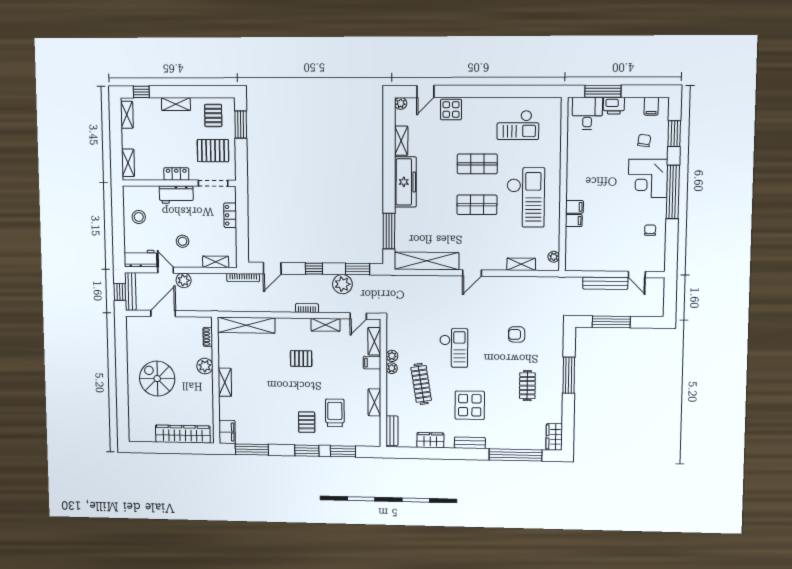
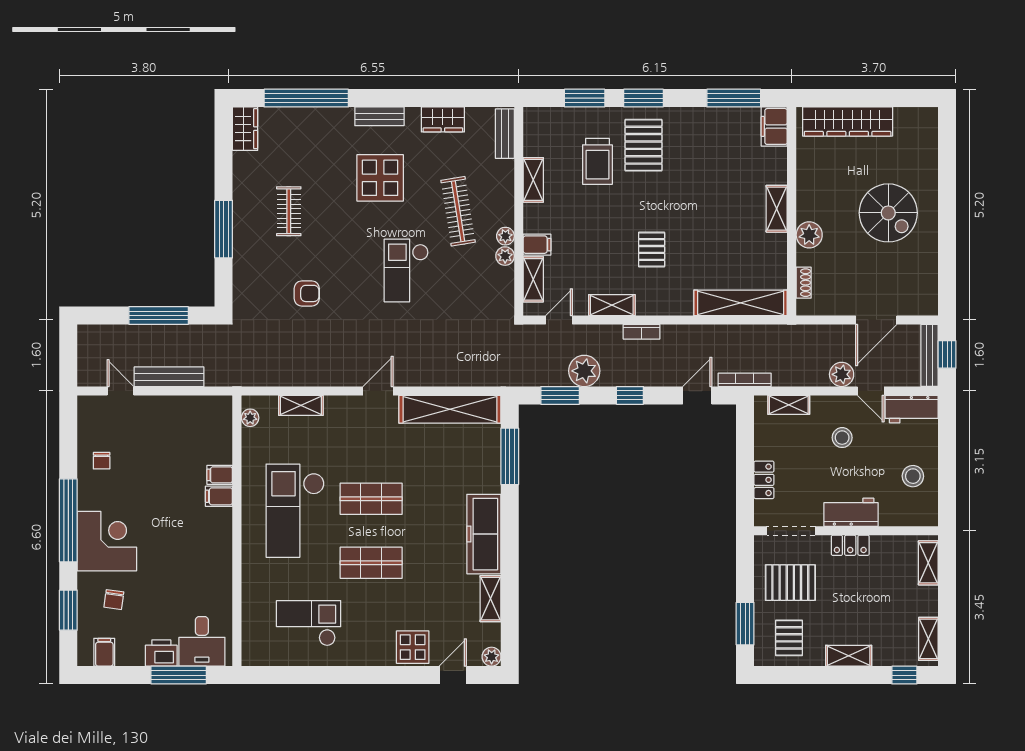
pallet: (301, 359) -> (652, 249), turned 90
pallet: (307, 422) -> (643, 145), width x1.50, depth x1.42

